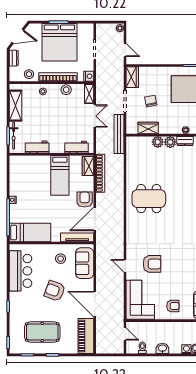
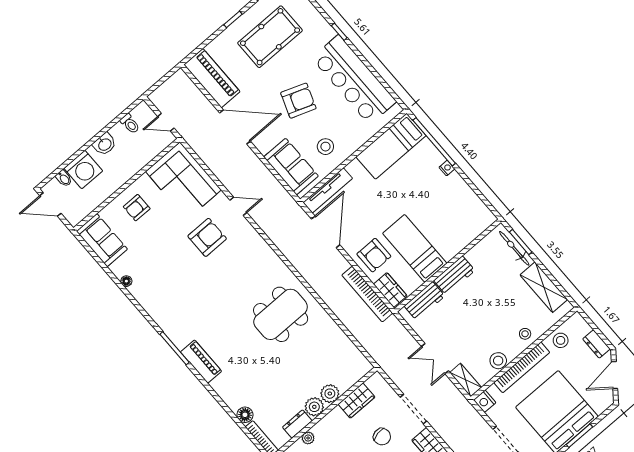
bench: (119, 134) -> (386, 362), removed
workbench: (37, 147) -> (454, 275), moved
armchair: (85, 200) -> (374, 255), moved
armchair: (152, 264) -> (207, 237), turned 180
bar counter: (20, 271) -> (354, 80), width x1.36
washing machine: (186, 349) -> (83, 170), width x1.89, depth x1.89

